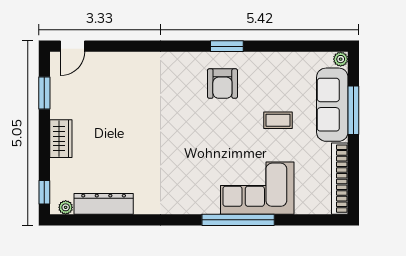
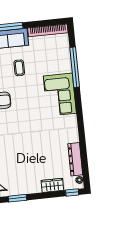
wardrobe: (61, 139) -> (52, 185), moved
corner sofa: (257, 188) -> (60, 95), moved
window: (238, 220) -> (75, 67), moved

